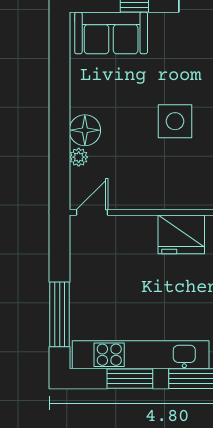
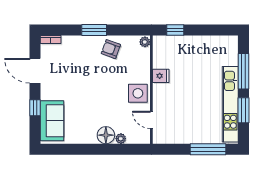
side table: (175, 121) -> (138, 93), moved
door: (92, 212) -> (151, 120), moved
fridge: (181, 234) -> (161, 76), width x0.53, depth x0.75

